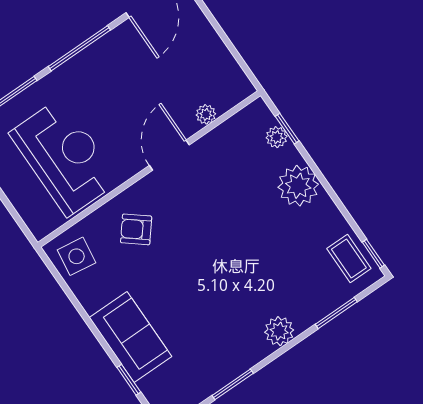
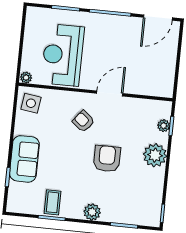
plant: (206, 114) -> (26, 78), moved
reception desk: (64, 157) -> (63, 55), turned 180
armchair: (136, 229) -> (83, 121), moved
armchair: (239, 244) -> (107, 159), added
coffee table: (349, 258) -> (52, 202), moved

